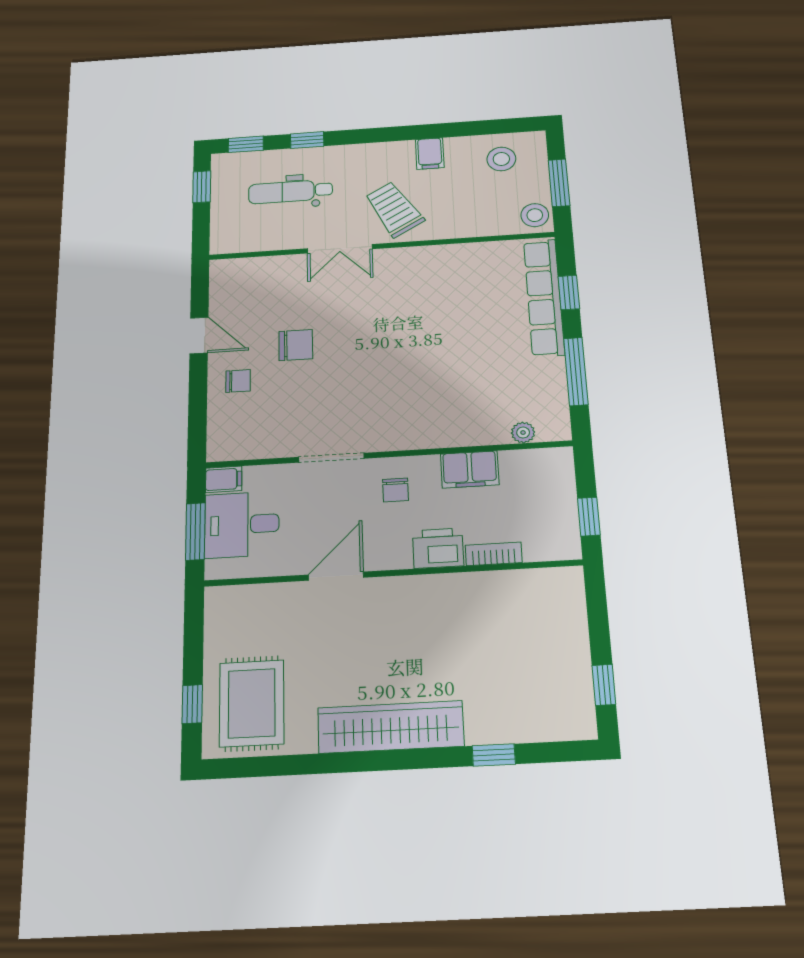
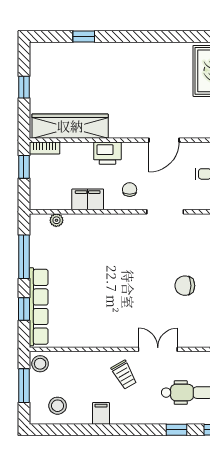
trolley: (394, 209) -> (124, 375), width x0.73, depth x0.72
bookcase: (494, 554) -> (44, 148), moved
window: (604, 685) -> (24, 87), moved
wardrobe: (391, 727) -> (70, 126), moved, turned 180

